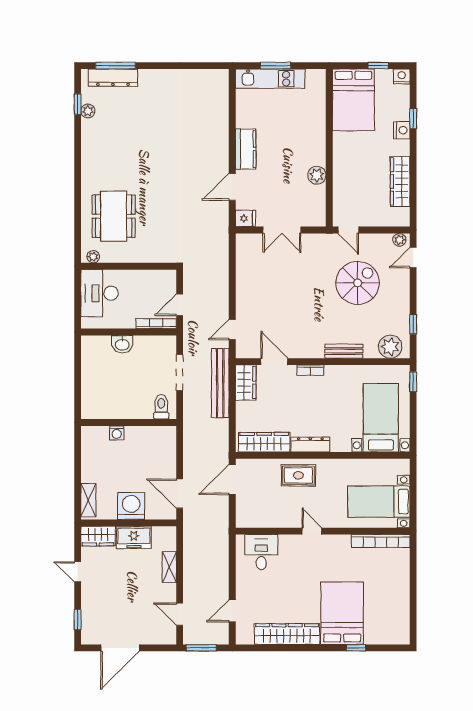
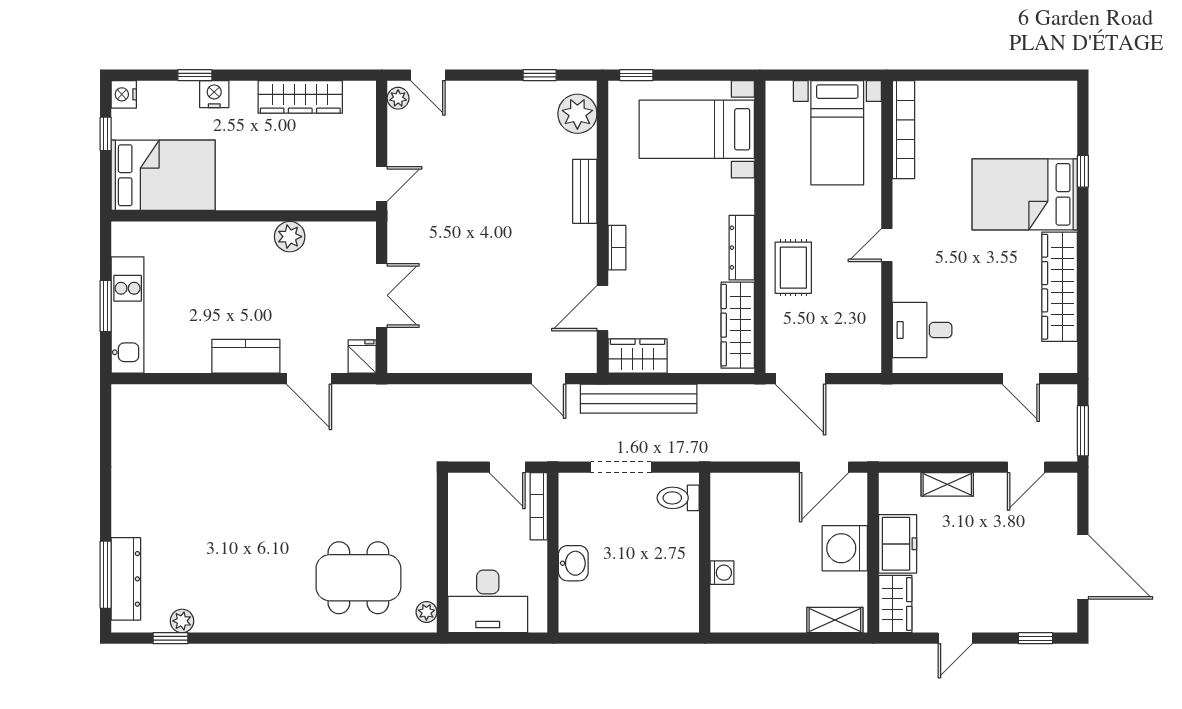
spiral stairs: (358, 283) -> (470, 168), removed

